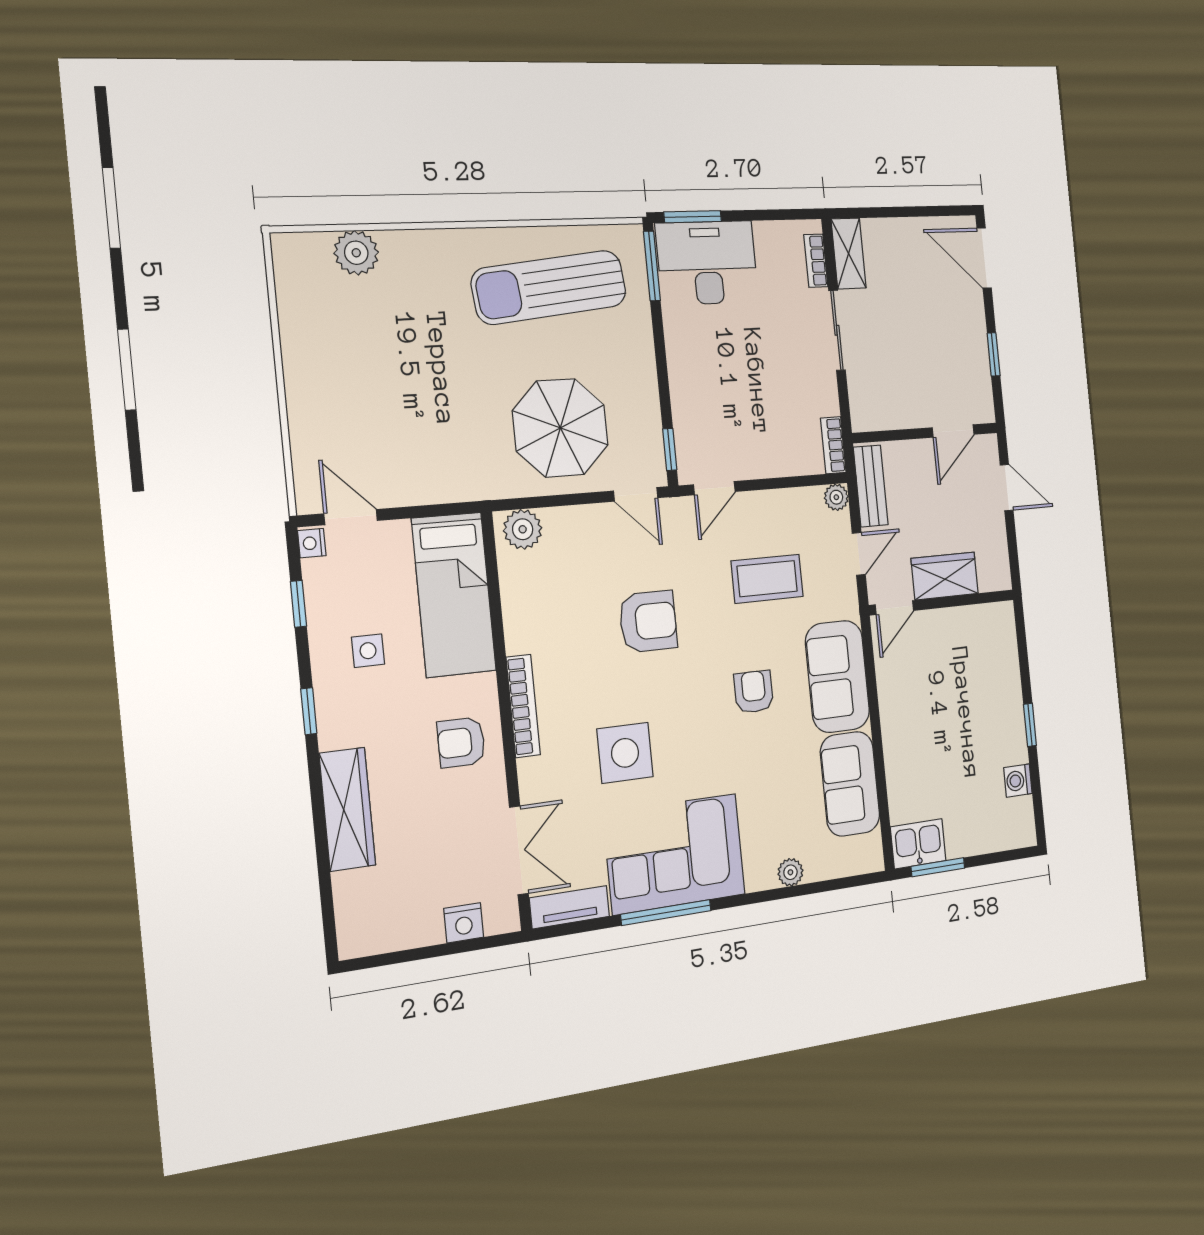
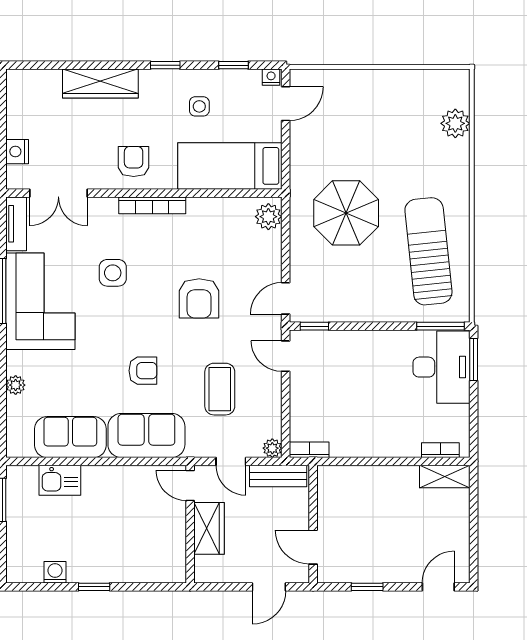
door: (984, 258) -> (438, 587), width x0.73
sliding door: (837, 330) -> (390, 461), removed
parasol: (560, 428) -> (346, 213), moved
side table: (625, 753) -> (113, 273), width x0.73, depth x0.73
kitchen sink: (918, 844) -> (60, 480), moved, turned 90

